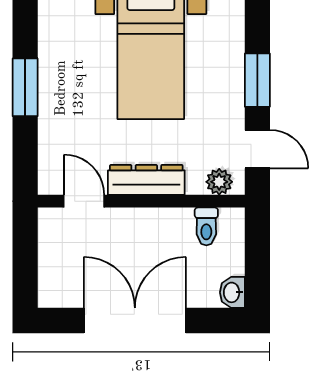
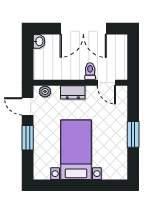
dresser: (146, 180) -> (73, 92), width x0.70
toilet: (206, 226) -> (90, 71), moved

